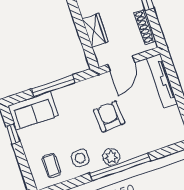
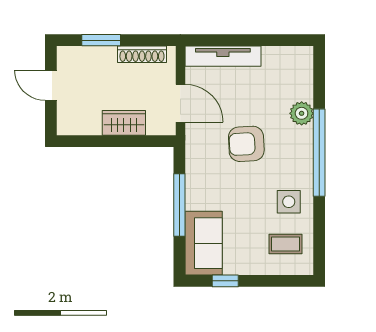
plant: (111, 157) -> (302, 113), moved

